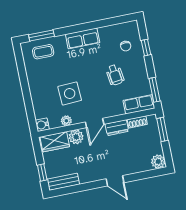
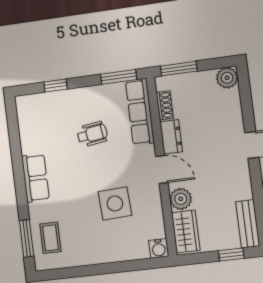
chair: (126, 46) -> (51, 115), removed
row of seats: (139, 104) -> (140, 112), width x1.48
plant: (66, 121) -> (155, 212), removed

